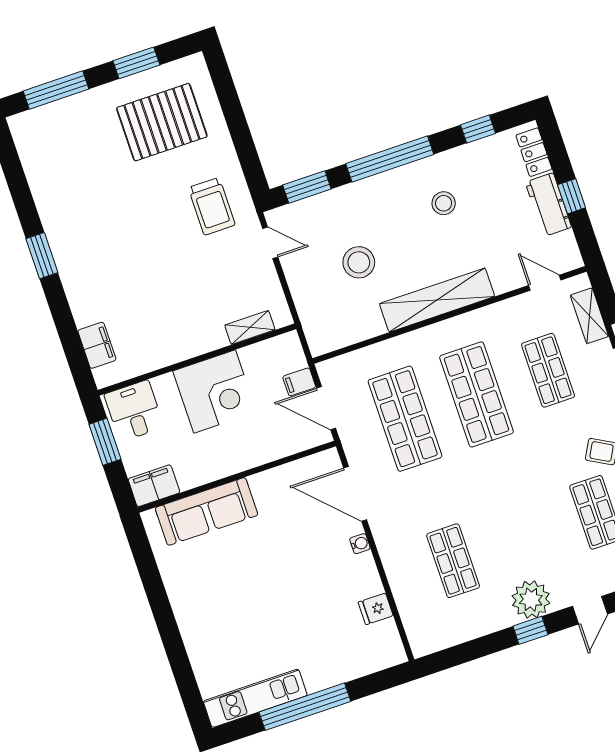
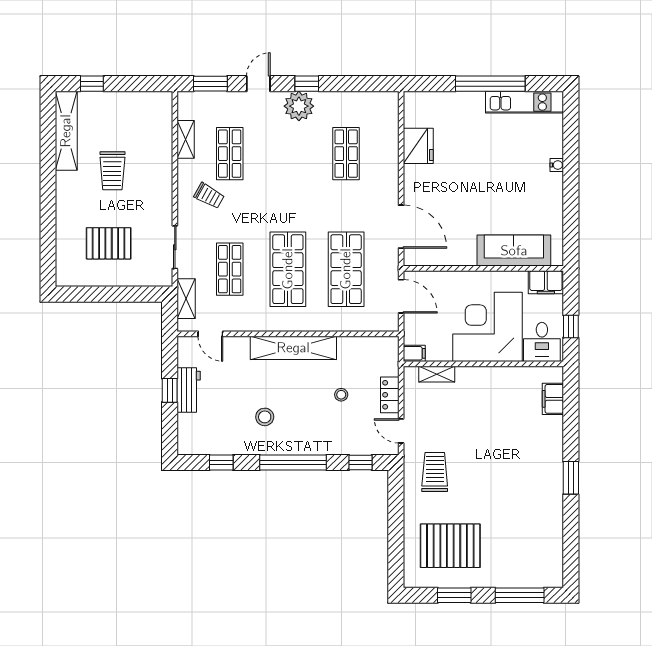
locker: (534, 152) -> (390, 395), moved, turned 180
window: (307, 187) -> (360, 463), width x0.67
stool: (359, 262) -> (341, 395), width x0.53, depth x0.53
filing cabinet: (299, 382) -> (414, 353), moved
corner desk: (215, 391) -> (488, 327), width x1.36, depth x1.36
window: (105, 442) -> (571, 326), width x0.67
water cooler: (360, 544) -> (557, 165), moved, turned 180
fridge: (376, 609) -> (418, 146), width x1.88, depth x1.34

